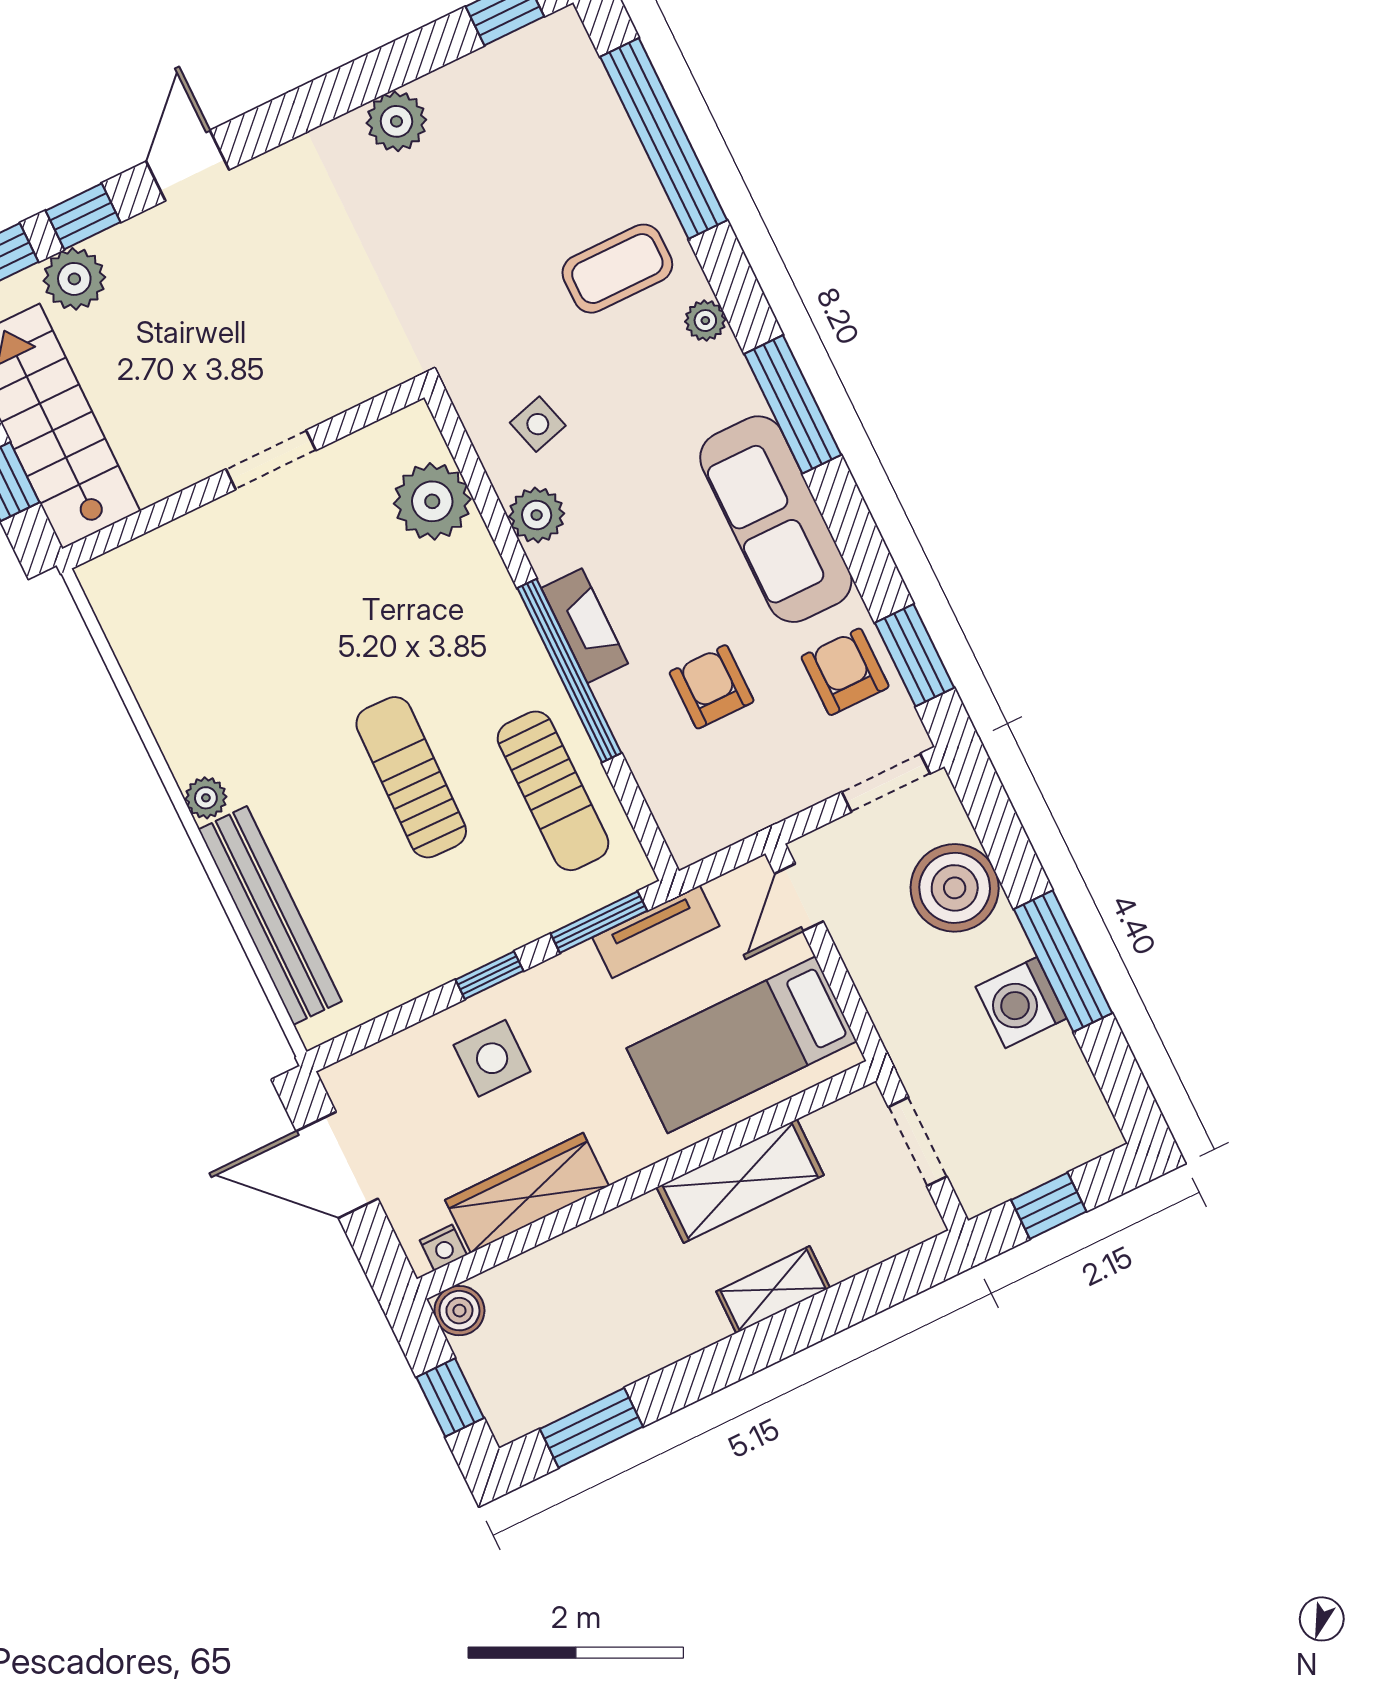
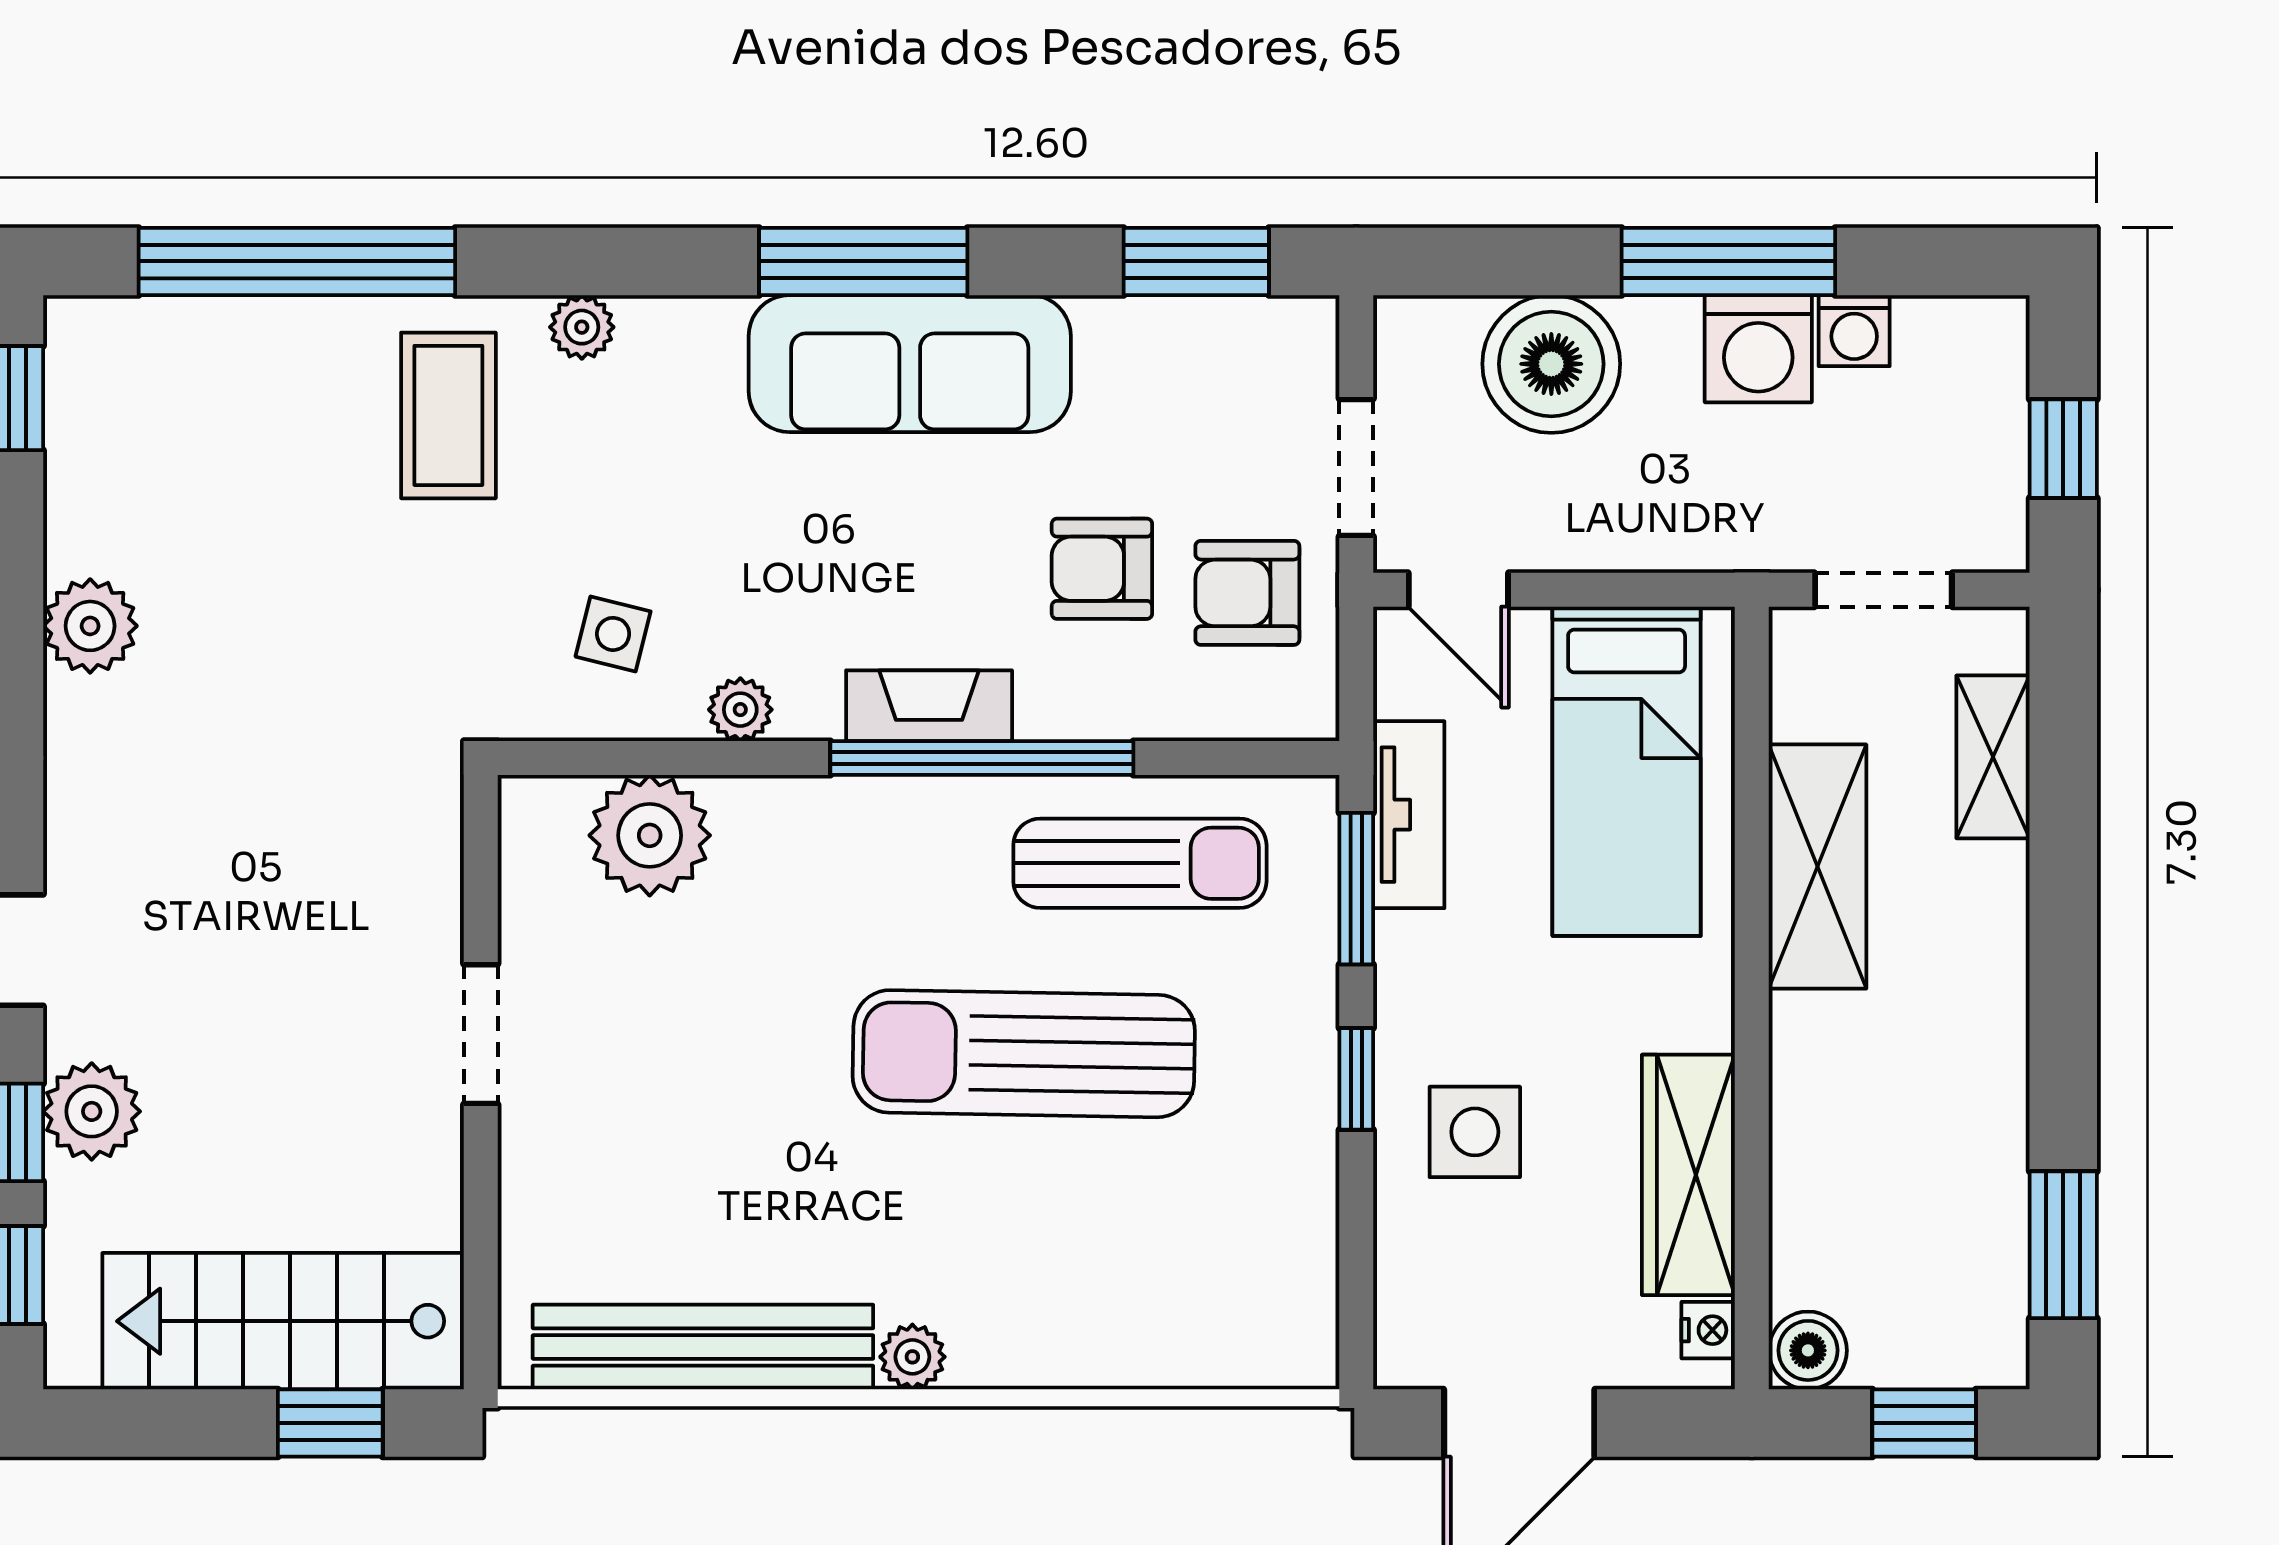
plant: (74, 279) -> (92, 1111), moved
window: (793, 404) -> (863, 261), moved
side table: (538, 424) -> (613, 634), turned 30
plant: (537, 515) -> (740, 710), width x0.73, depth x0.73
armchair: (845, 672) -> (1247, 593), moved
sun lounger: (411, 777) -> (1024, 1054), width x1.36, depth x1.34
doorway: (886, 783) -> (1356, 467), moved
bench: (270, 915) -> (703, 1347), moved
washing machine: (1058, 1053) -> (1854, 331), added
shelving: (773, 1290) -> (1993, 757), moved

